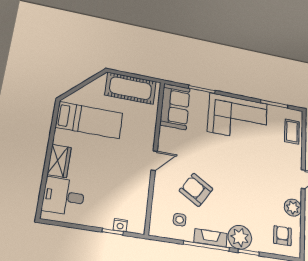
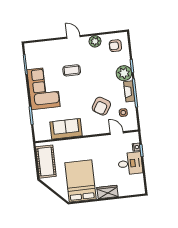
sofa: (175, 106) -> (66, 129), moved
bed: (89, 120) -> (80, 181), width x1.50
coffee table: (292, 132) -> (72, 70), moved
door: (154, 161) -> (117, 133), moved
desk: (64, 196) -> (130, 163), moved, turned -90

